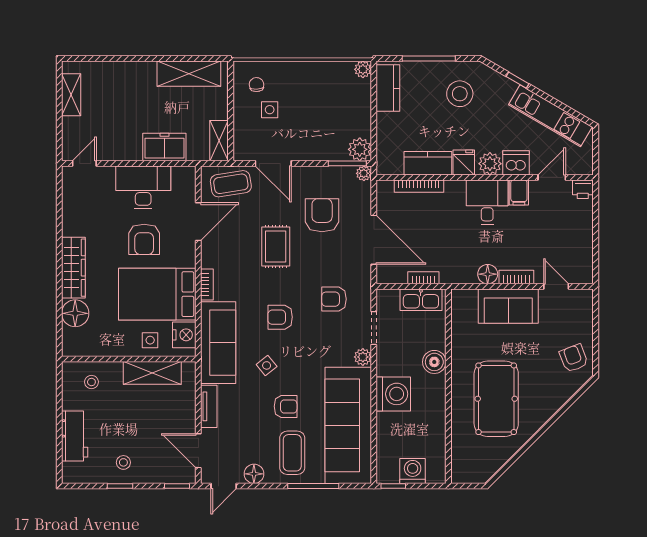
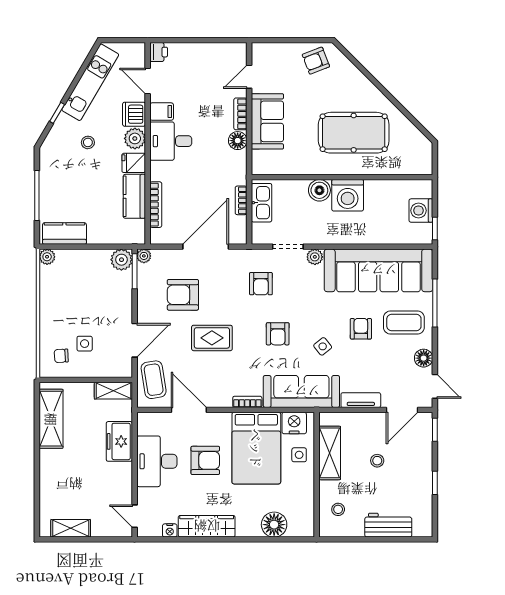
stool: (460, 94) -> (88, 142), moved, width x0.53, depth x0.53
nightstand: (69, 201) -> (170, 530), added
wardrobe: (73, 268) -> (207, 526), moved
washing machine: (393, 394) -> (348, 195), moved, turned 180
stool: (123, 462) -> (377, 461), moved

